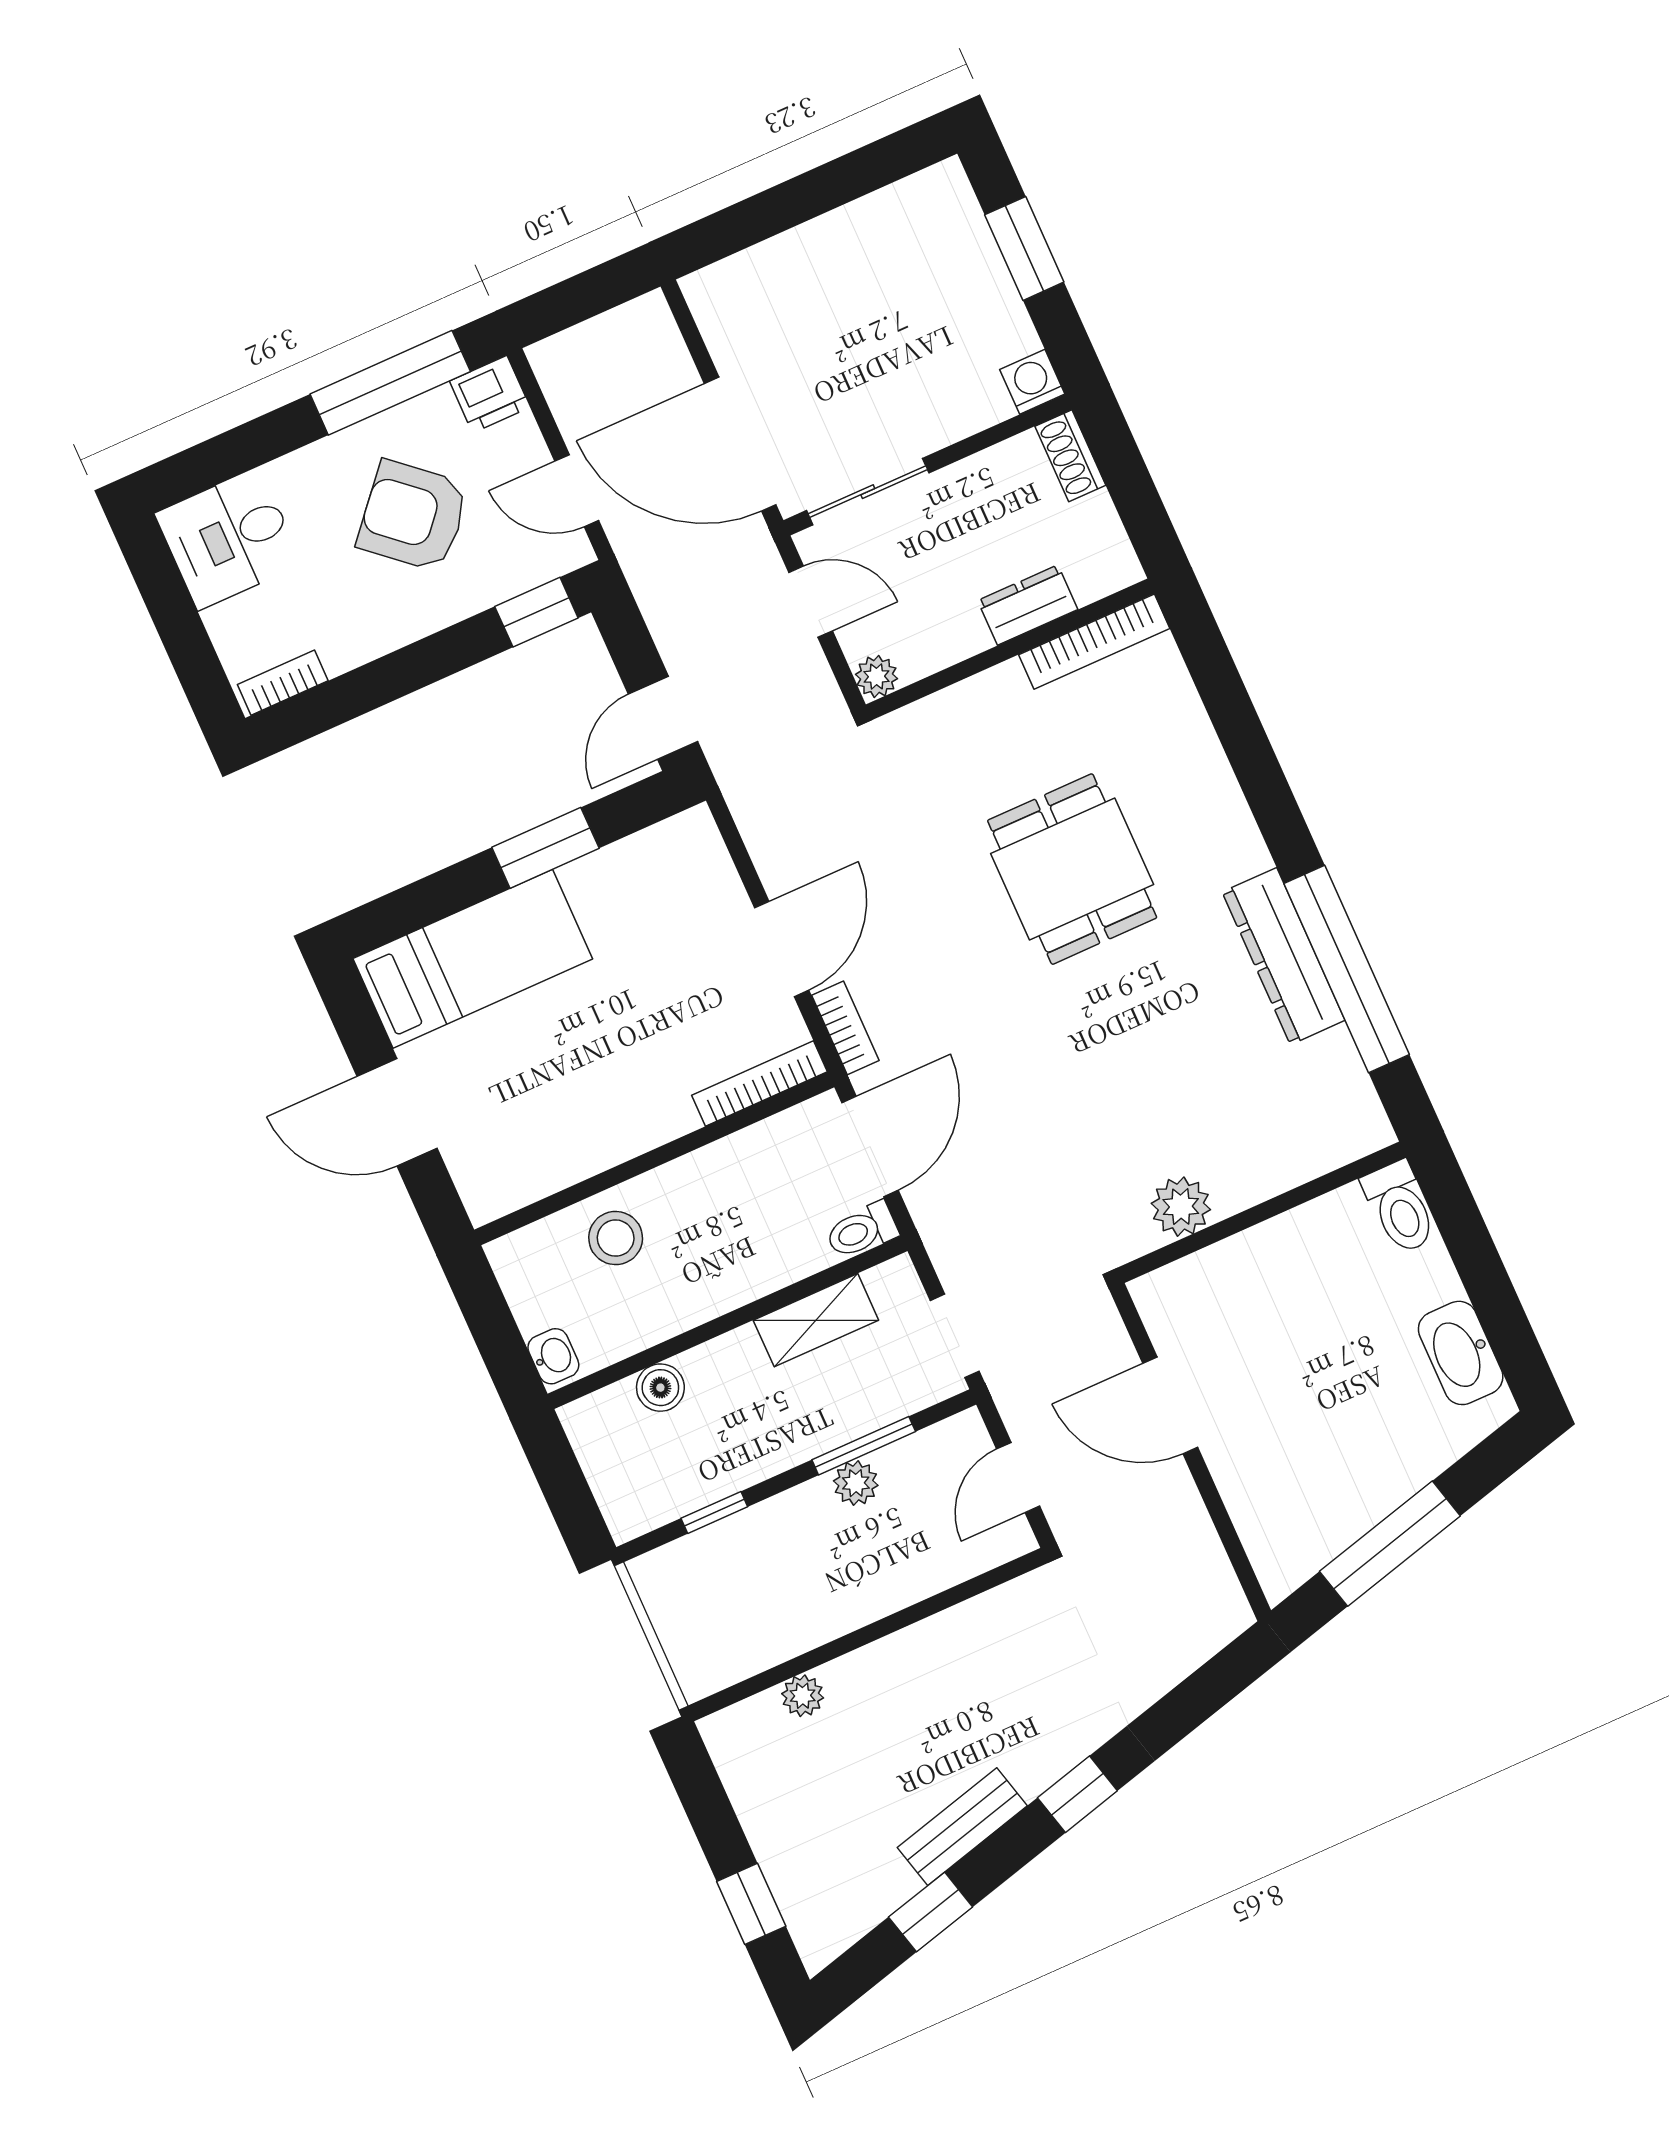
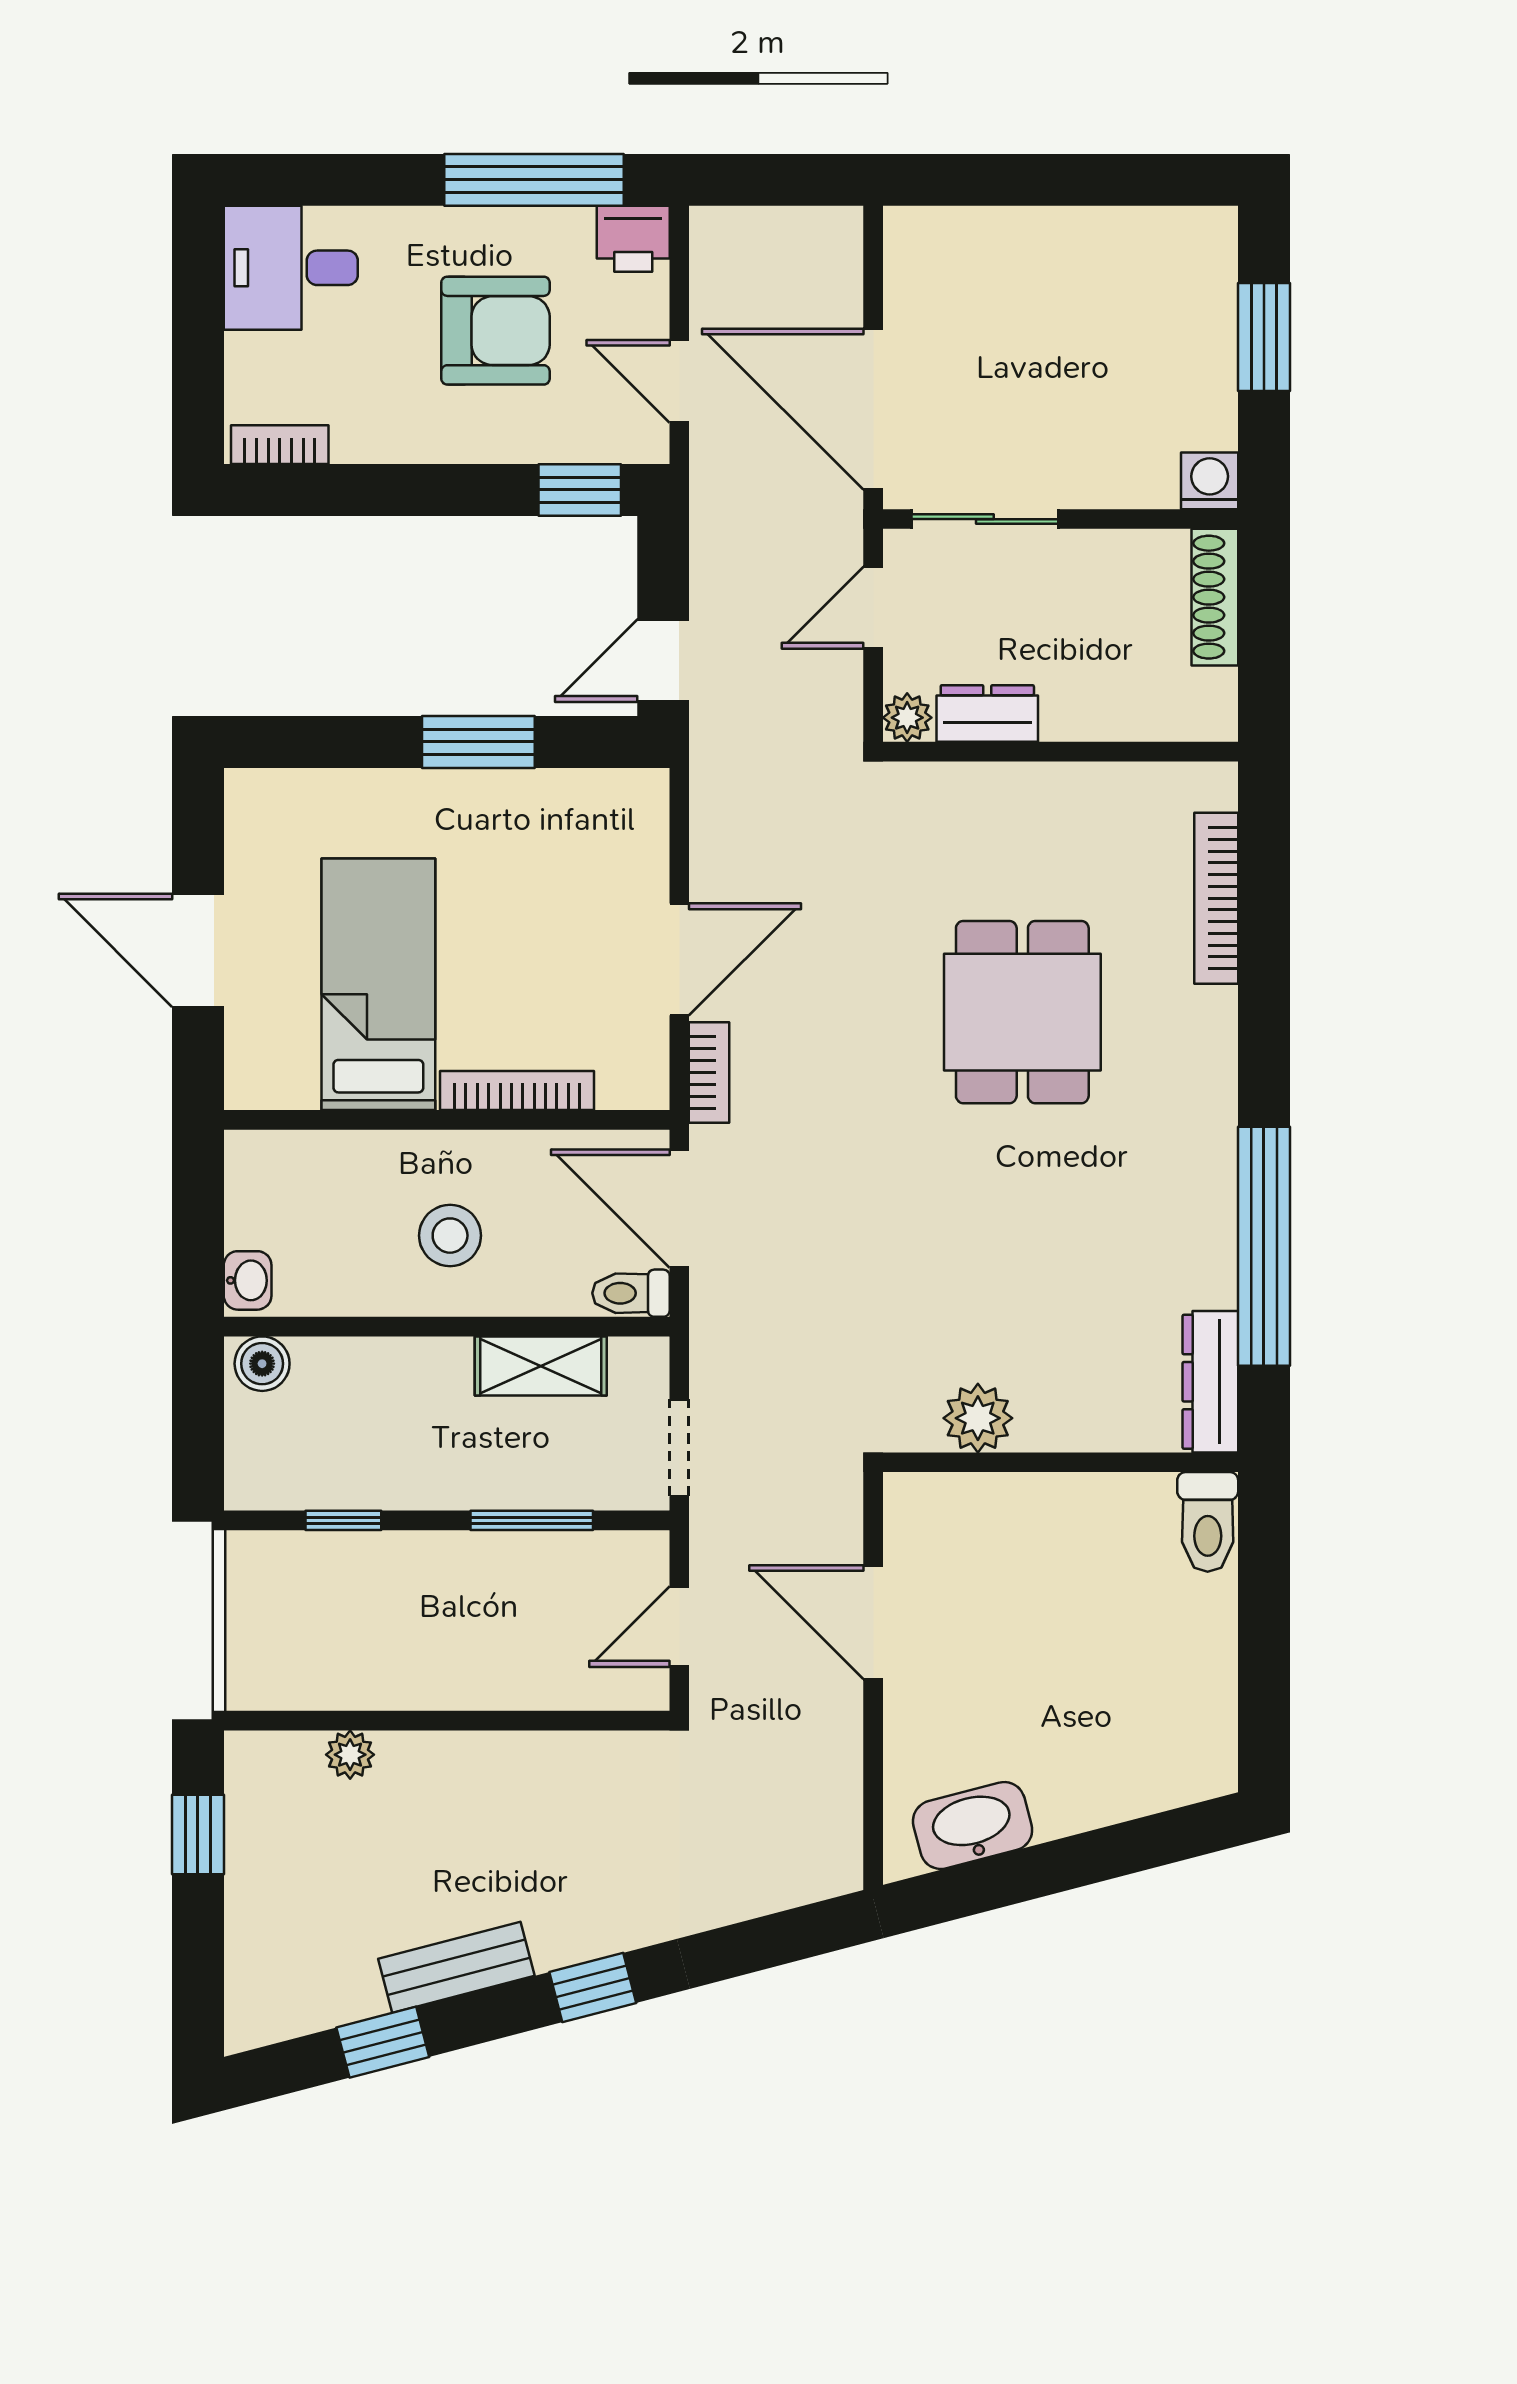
shoe rack: (1070, 456) -> (1215, 597), width x1.43
armchair: (413, 516) -> (495, 331), turned 139
door: (811, 602) -> (873, 608), swing flipped
dresser: (1028, 605) -> (987, 714), moved
bookcase: (1094, 642) -> (1216, 898), moved, turned 90
dresser: (1283, 956) -> (1210, 1382), moved, width x0.73, depth x0.80
bed: (473, 959) -> (378, 984), moved, turned -90
bookcase: (760, 1083) -> (517, 1090), moved
door: (870, 1146) -> (679, 1209), swing flipped
stool: (616, 1238) -> (450, 1236), moved
washbasin: (1461, 1353) -> (973, 1826), moved, turned 75
boiler: (660, 1388) -> (262, 1364), moved
plant: (856, 1483) -> (506, 1556), removed
window: (1390, 1544) -> (1039, 1871), removed
window: (751, 1904) -> (198, 1835), moved

